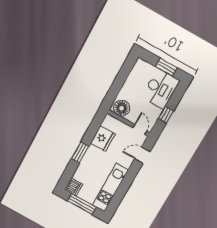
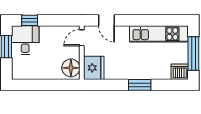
desk: (161, 89) -> (25, 40), width x0.73
window: (166, 115) -> (30, 20), moved
fridge: (103, 139) -> (94, 68), moved, turned 90

